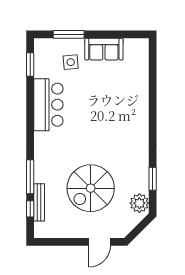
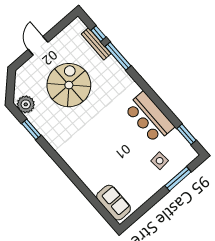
sofa: (104, 49) -> (114, 203), moved, turned 90
door: (100, 242) -> (38, 46), moved

